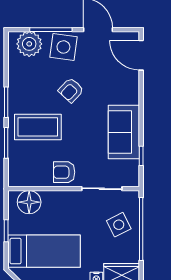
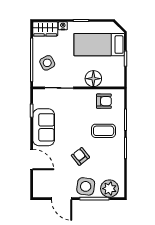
door: (141, 55) -> (32, 159), moved
armchair: (71, 90) -> (80, 156), turned -81
coffee table: (38, 127) -> (104, 131), width x0.73, depth x0.76
armchair: (64, 172) -> (104, 101), moved
floor lamp: (29, 202) -> (93, 79), moved

